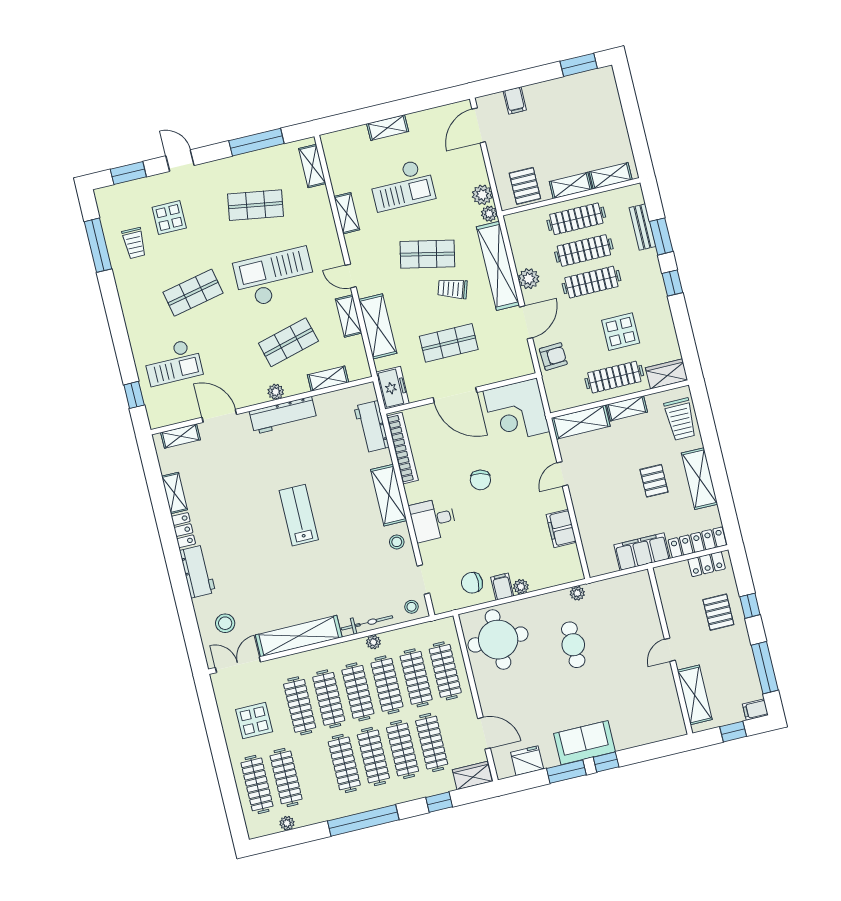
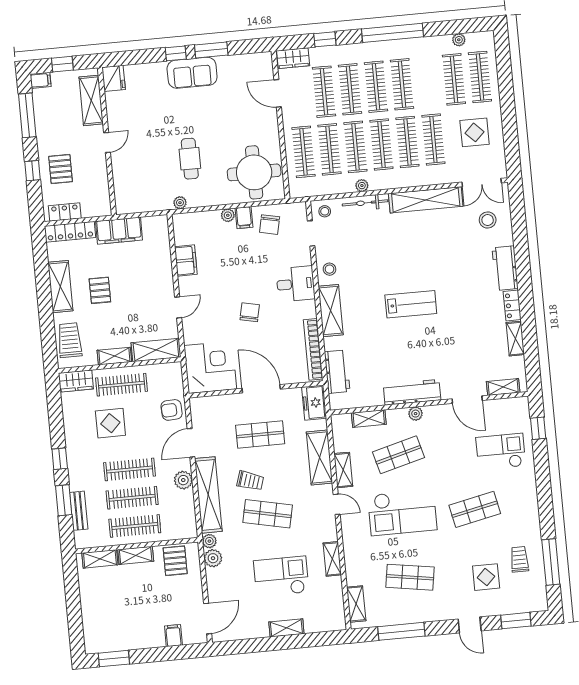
lab bench: (299, 515) -> (411, 304), turned -90
chair: (472, 583) -> (270, 225), turned 102
fridge: (527, 761) -> (114, 78), moved, turned -90

